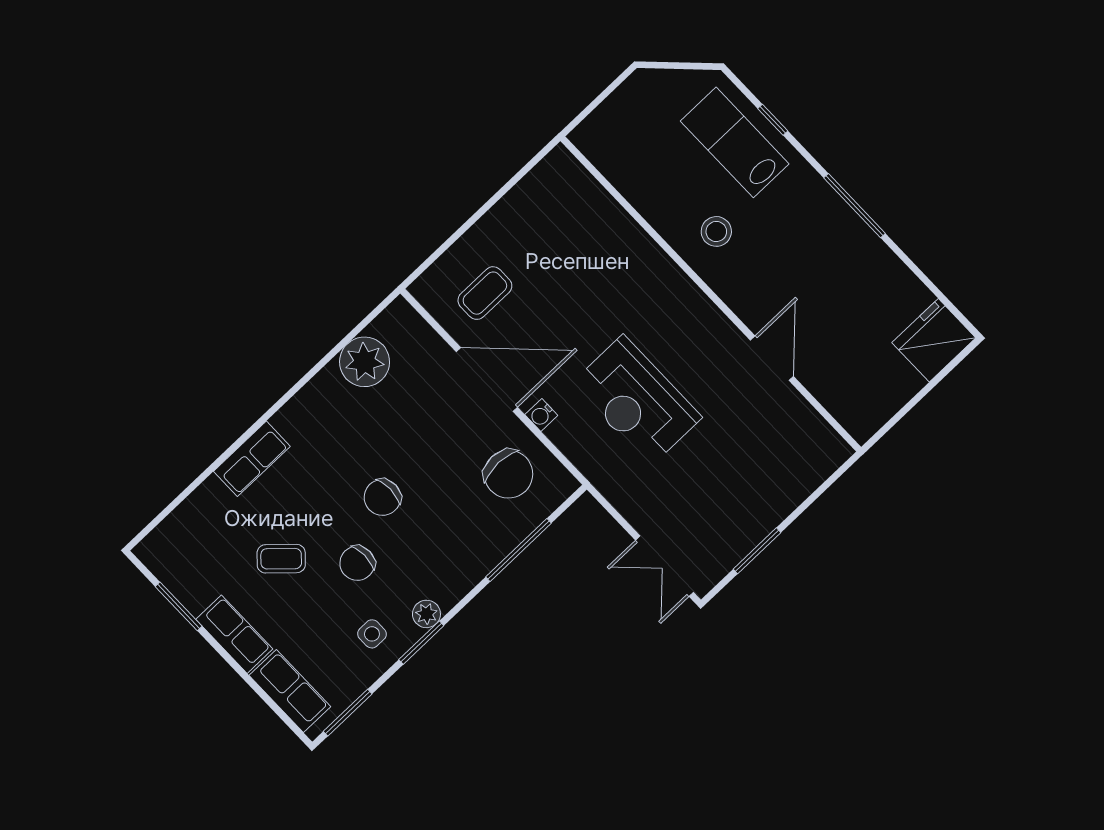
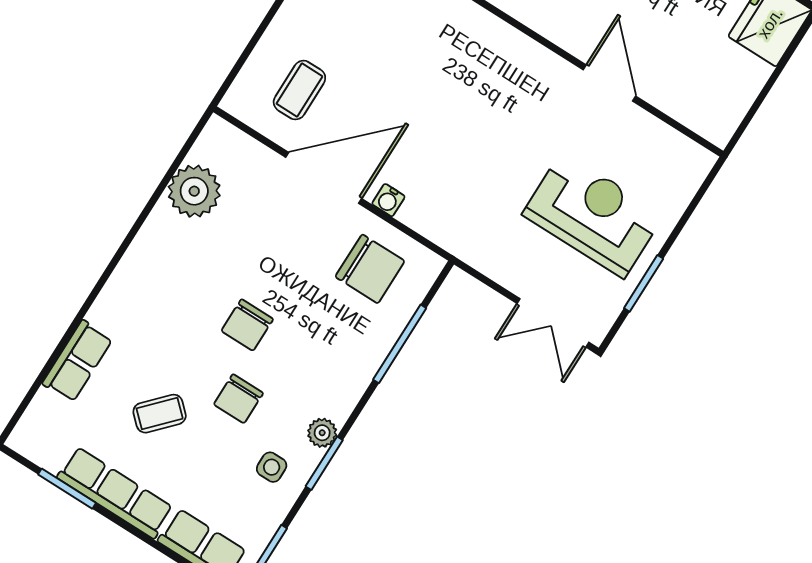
reception desk: (637, 400) -> (593, 215), moved, turned 180
row of seats: (252, 459) -> (77, 361), moved
row of seats: (234, 634) -> (115, 493), width x1.48

